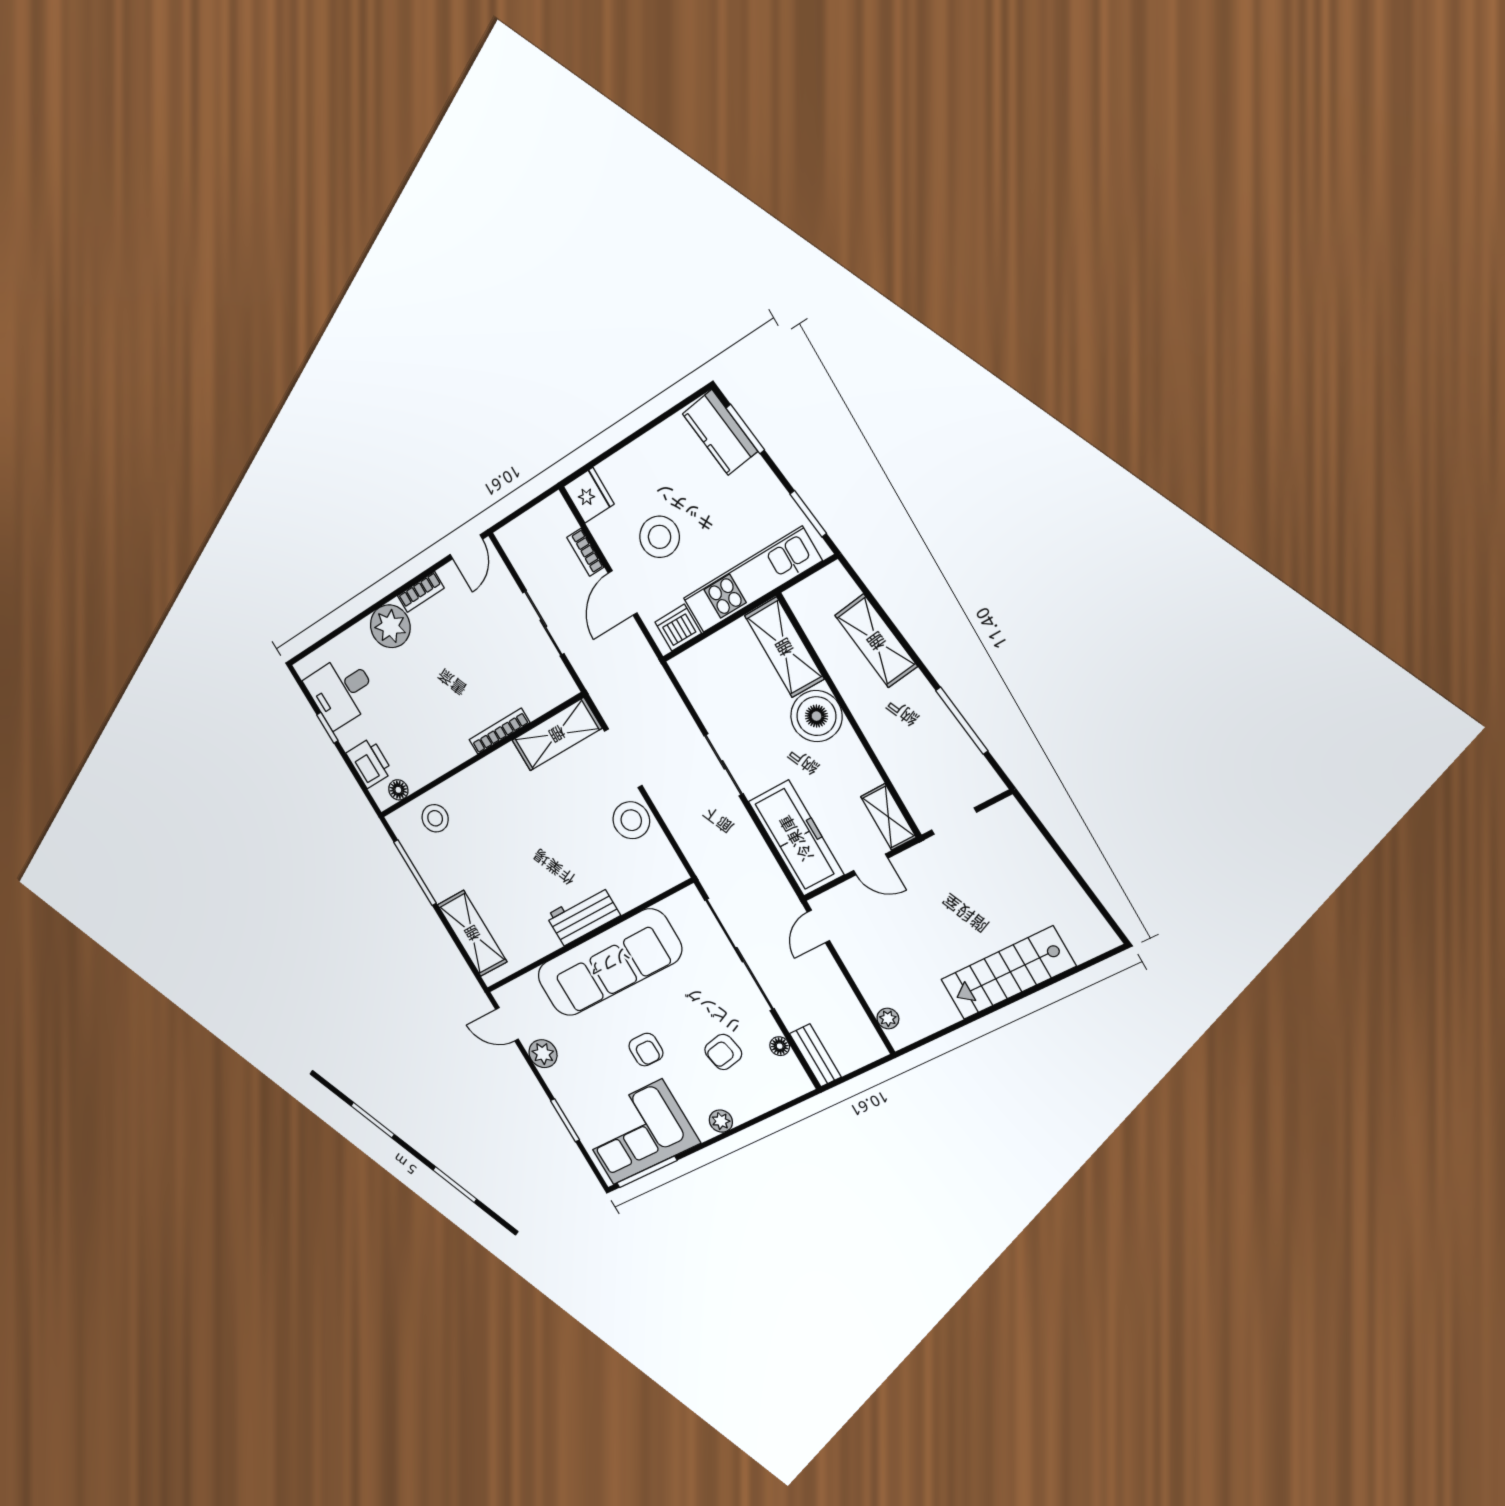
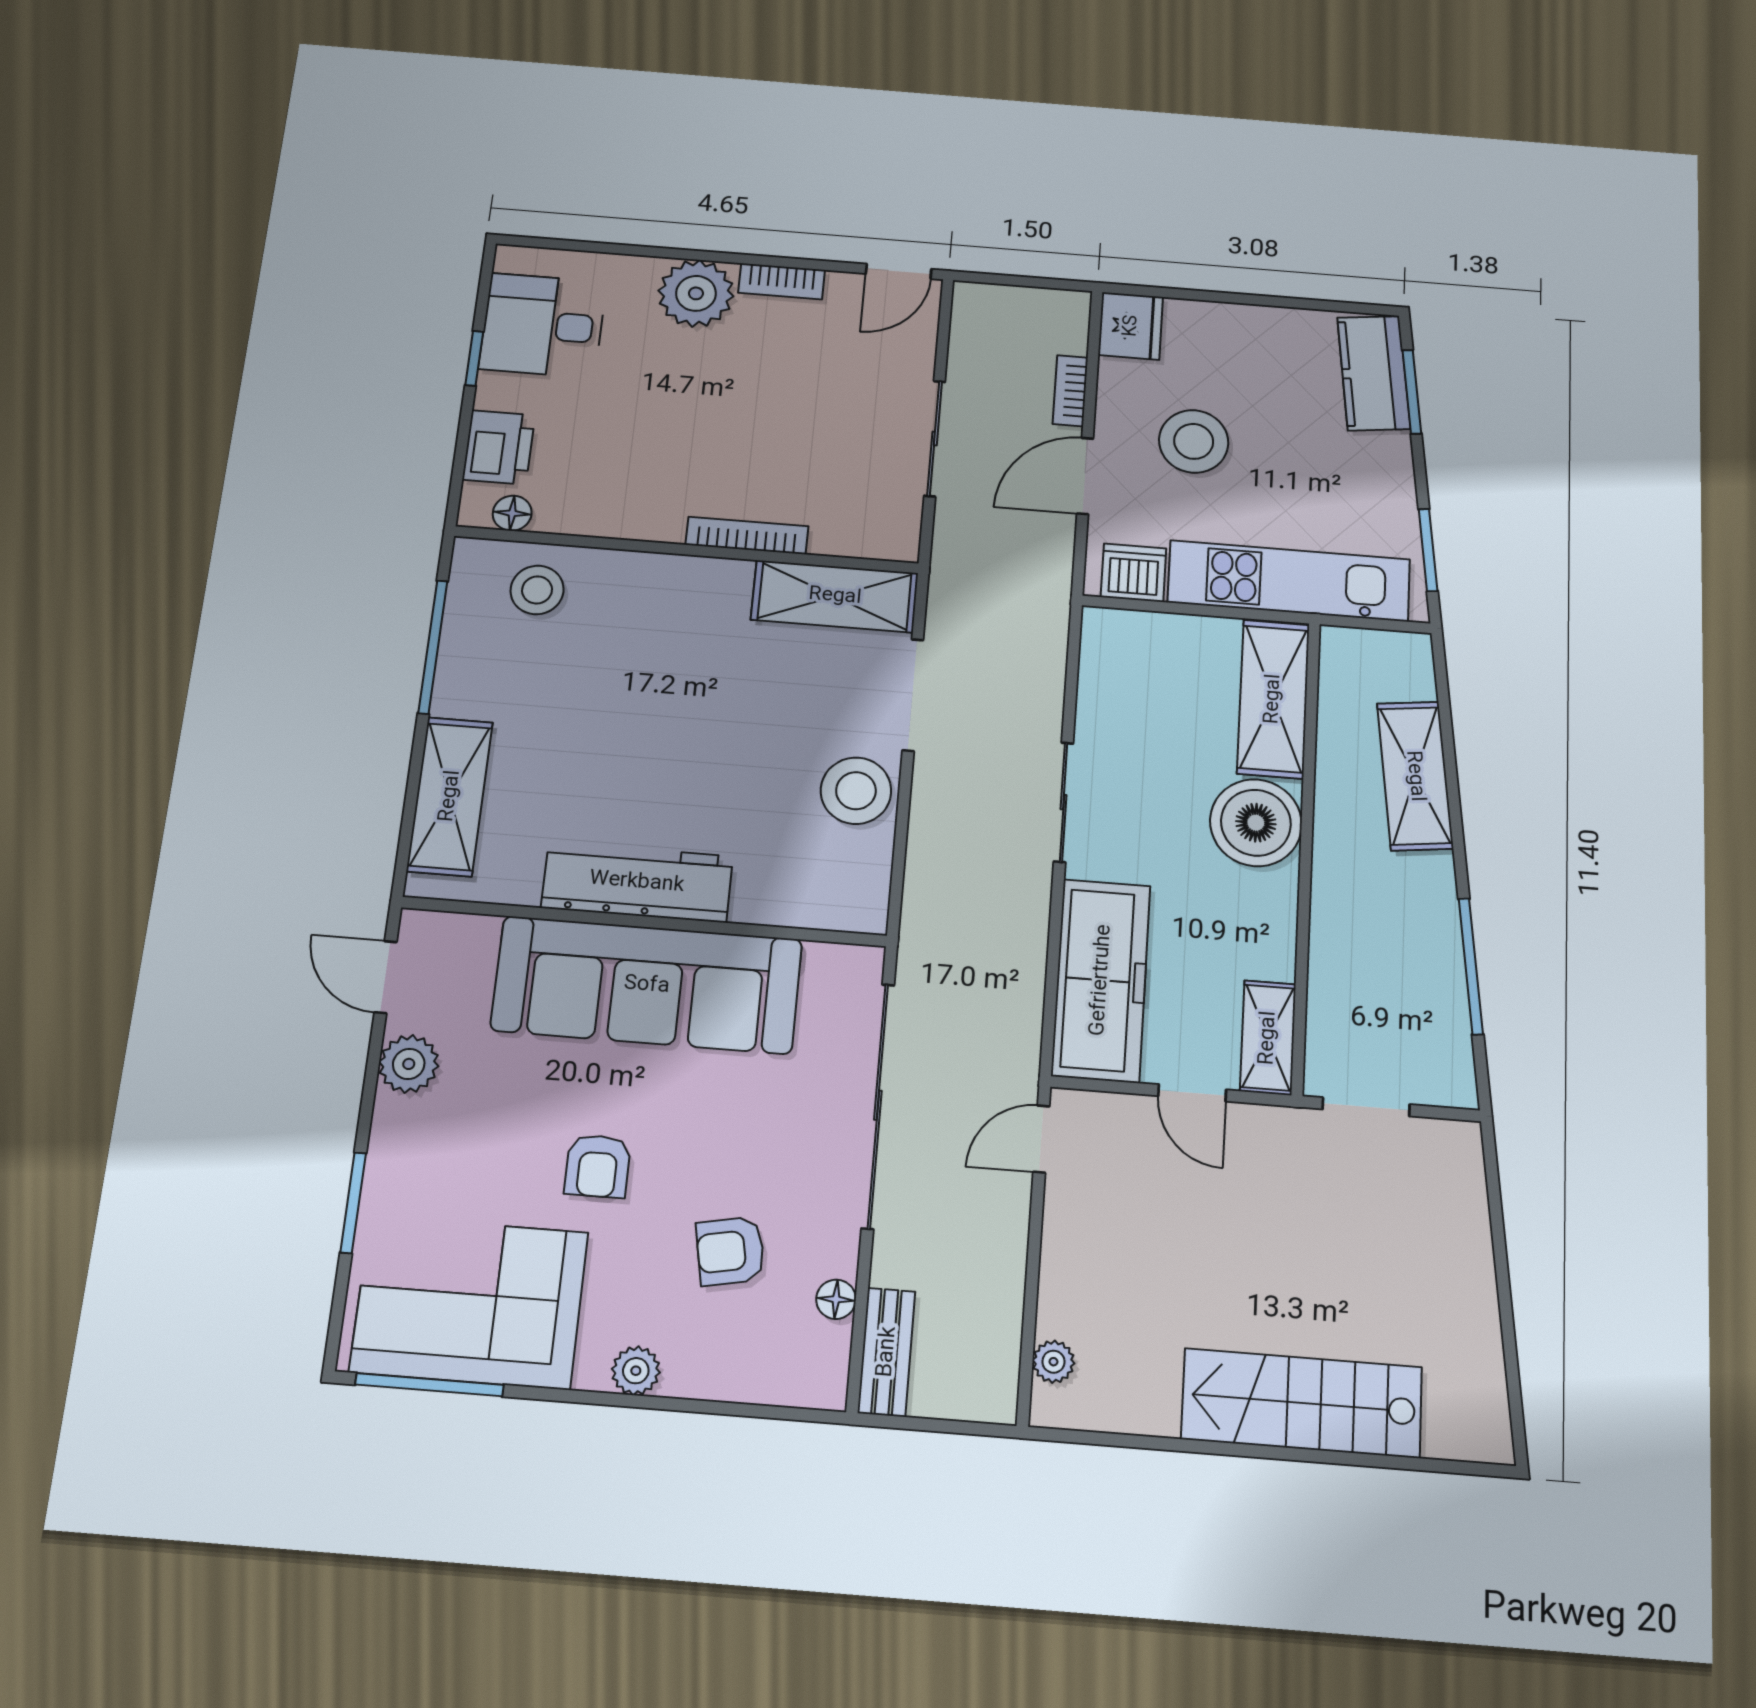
workbench: (583, 915) -> (637, 882), width x1.38

